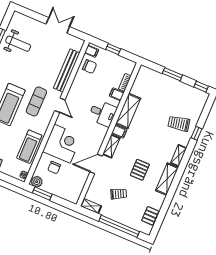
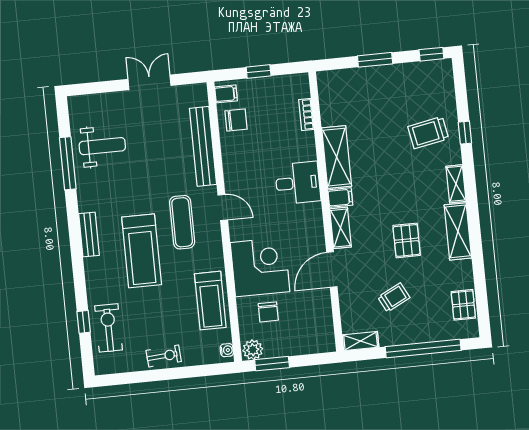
filing cabinet: (117, 94) -> (304, 140), removed

